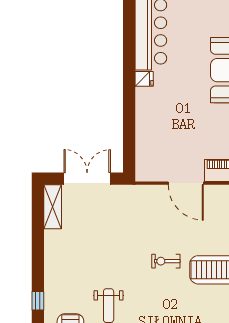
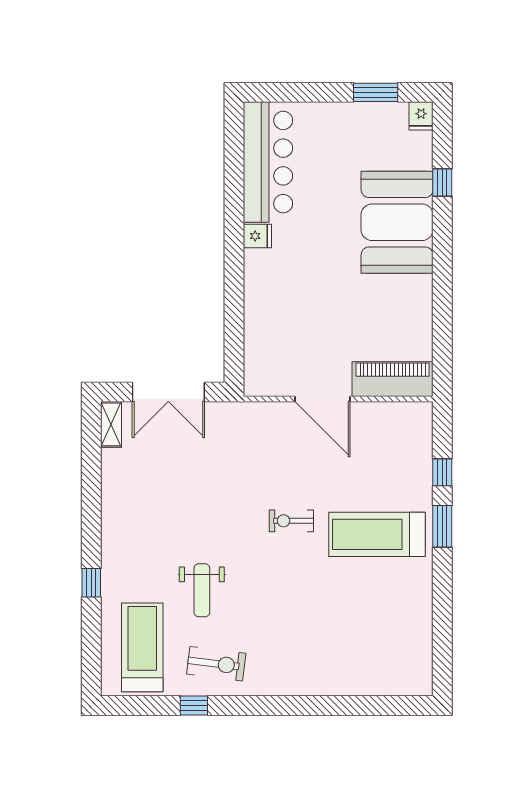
double door: (87, 179) -> (168, 392), swing flipped
shelving: (53, 207) -> (111, 424), width x0.67, depth x0.75

